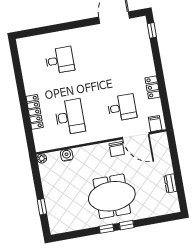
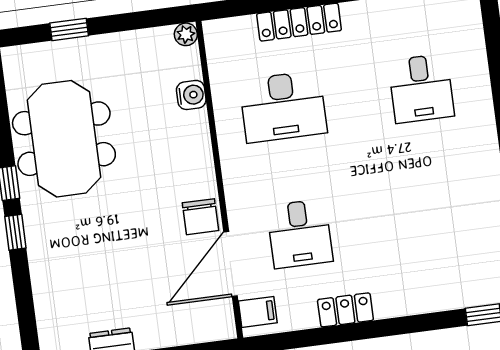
chair: (117, 149) -> (200, 217), turned -90
meeting table: (112, 196) -> (64, 139), moved

